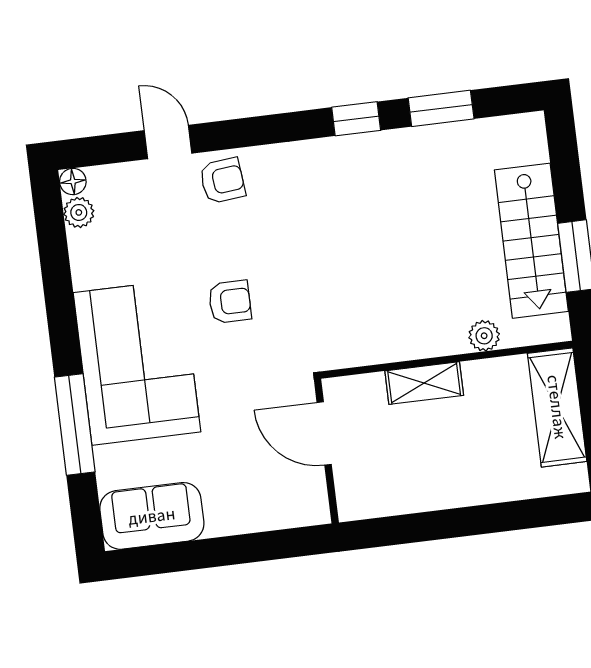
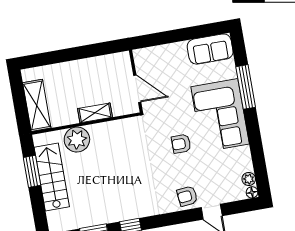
plant: (484, 336) -> (77, 140), width x1.88, depth x1.88

